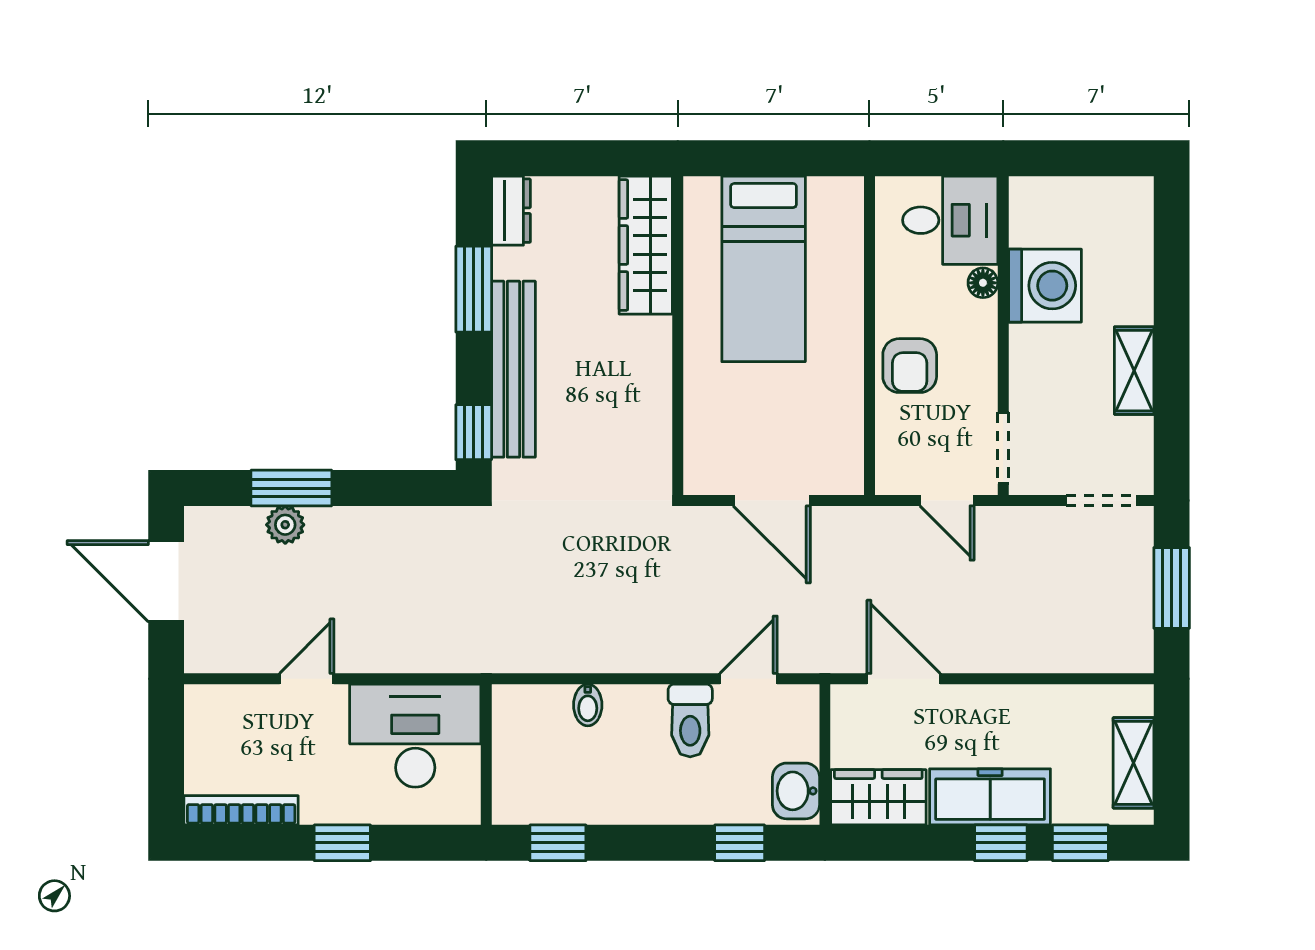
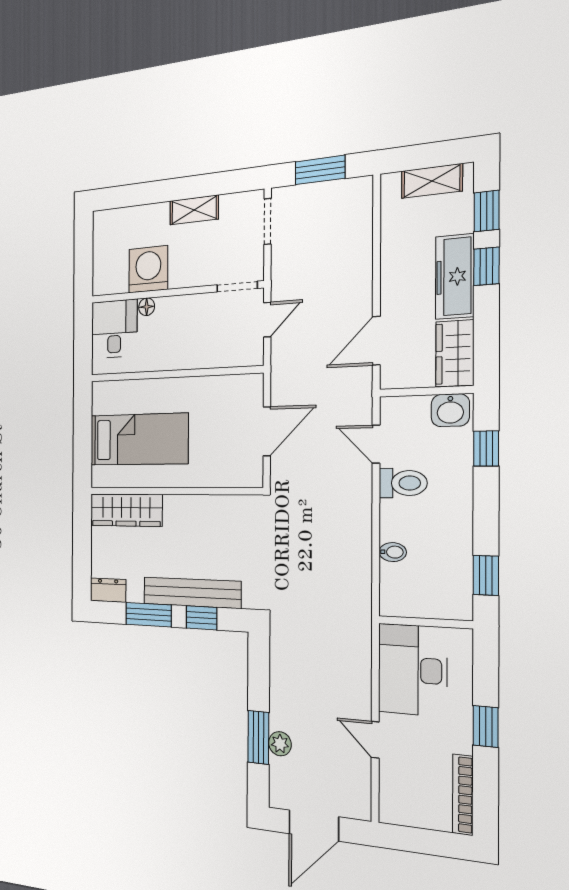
armchair: (910, 366) -> (191, 348), removed
window: (474, 432) -> (202, 618), moved

